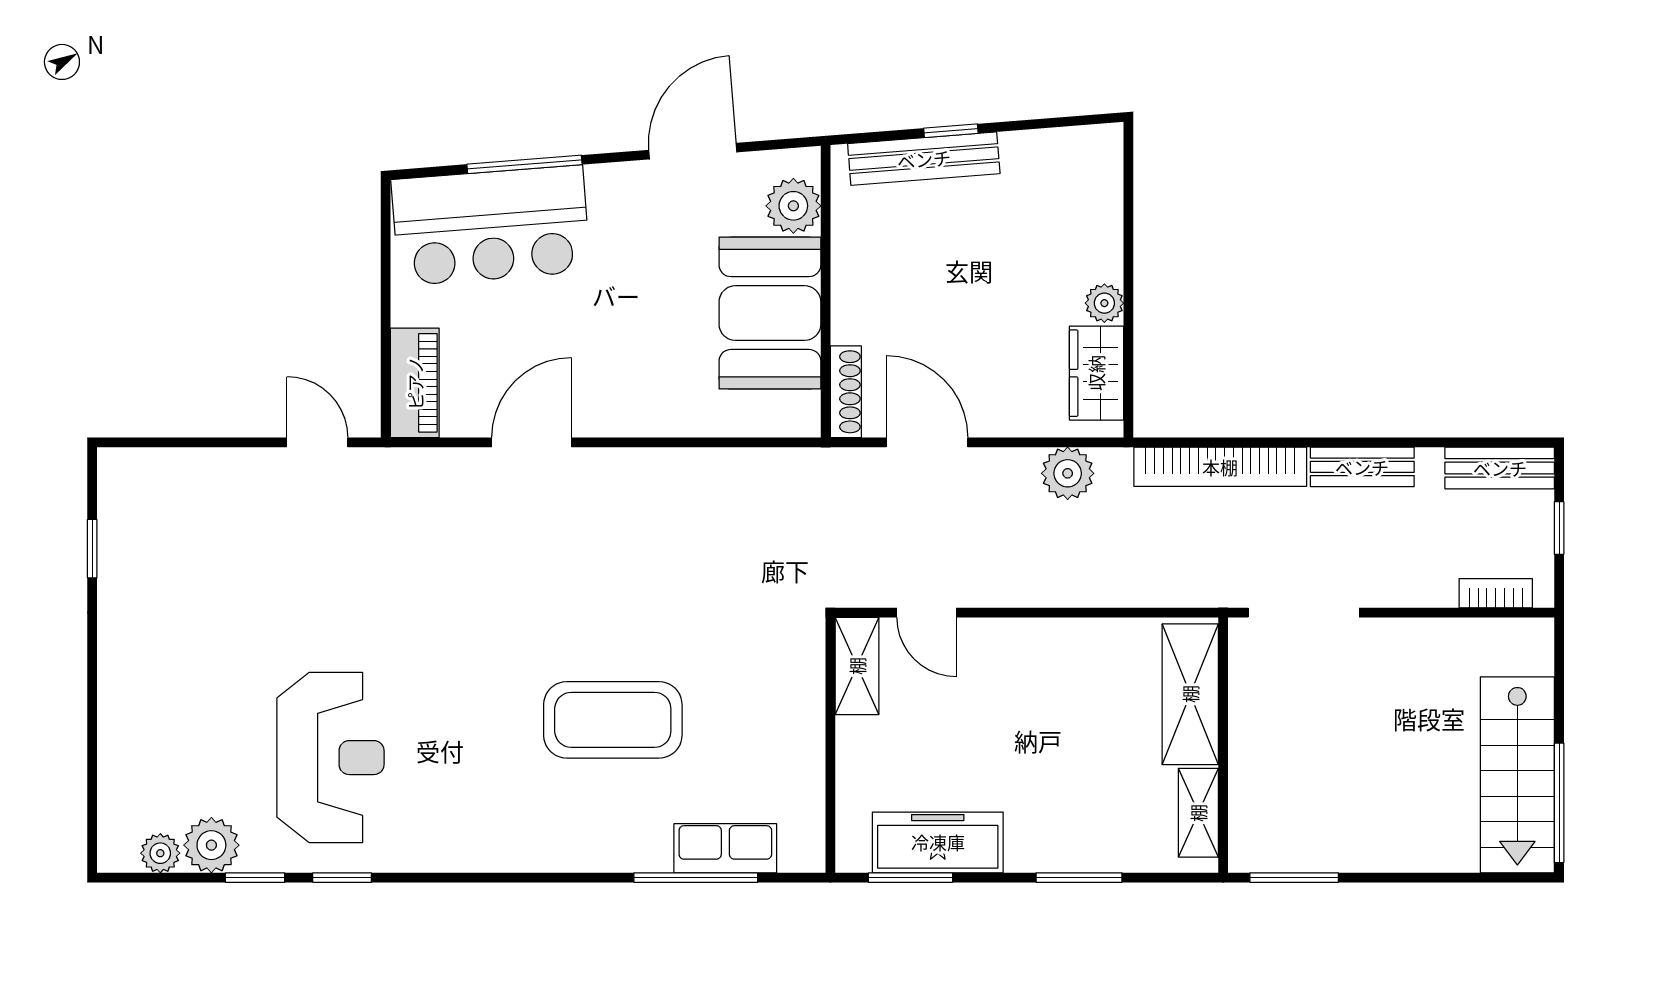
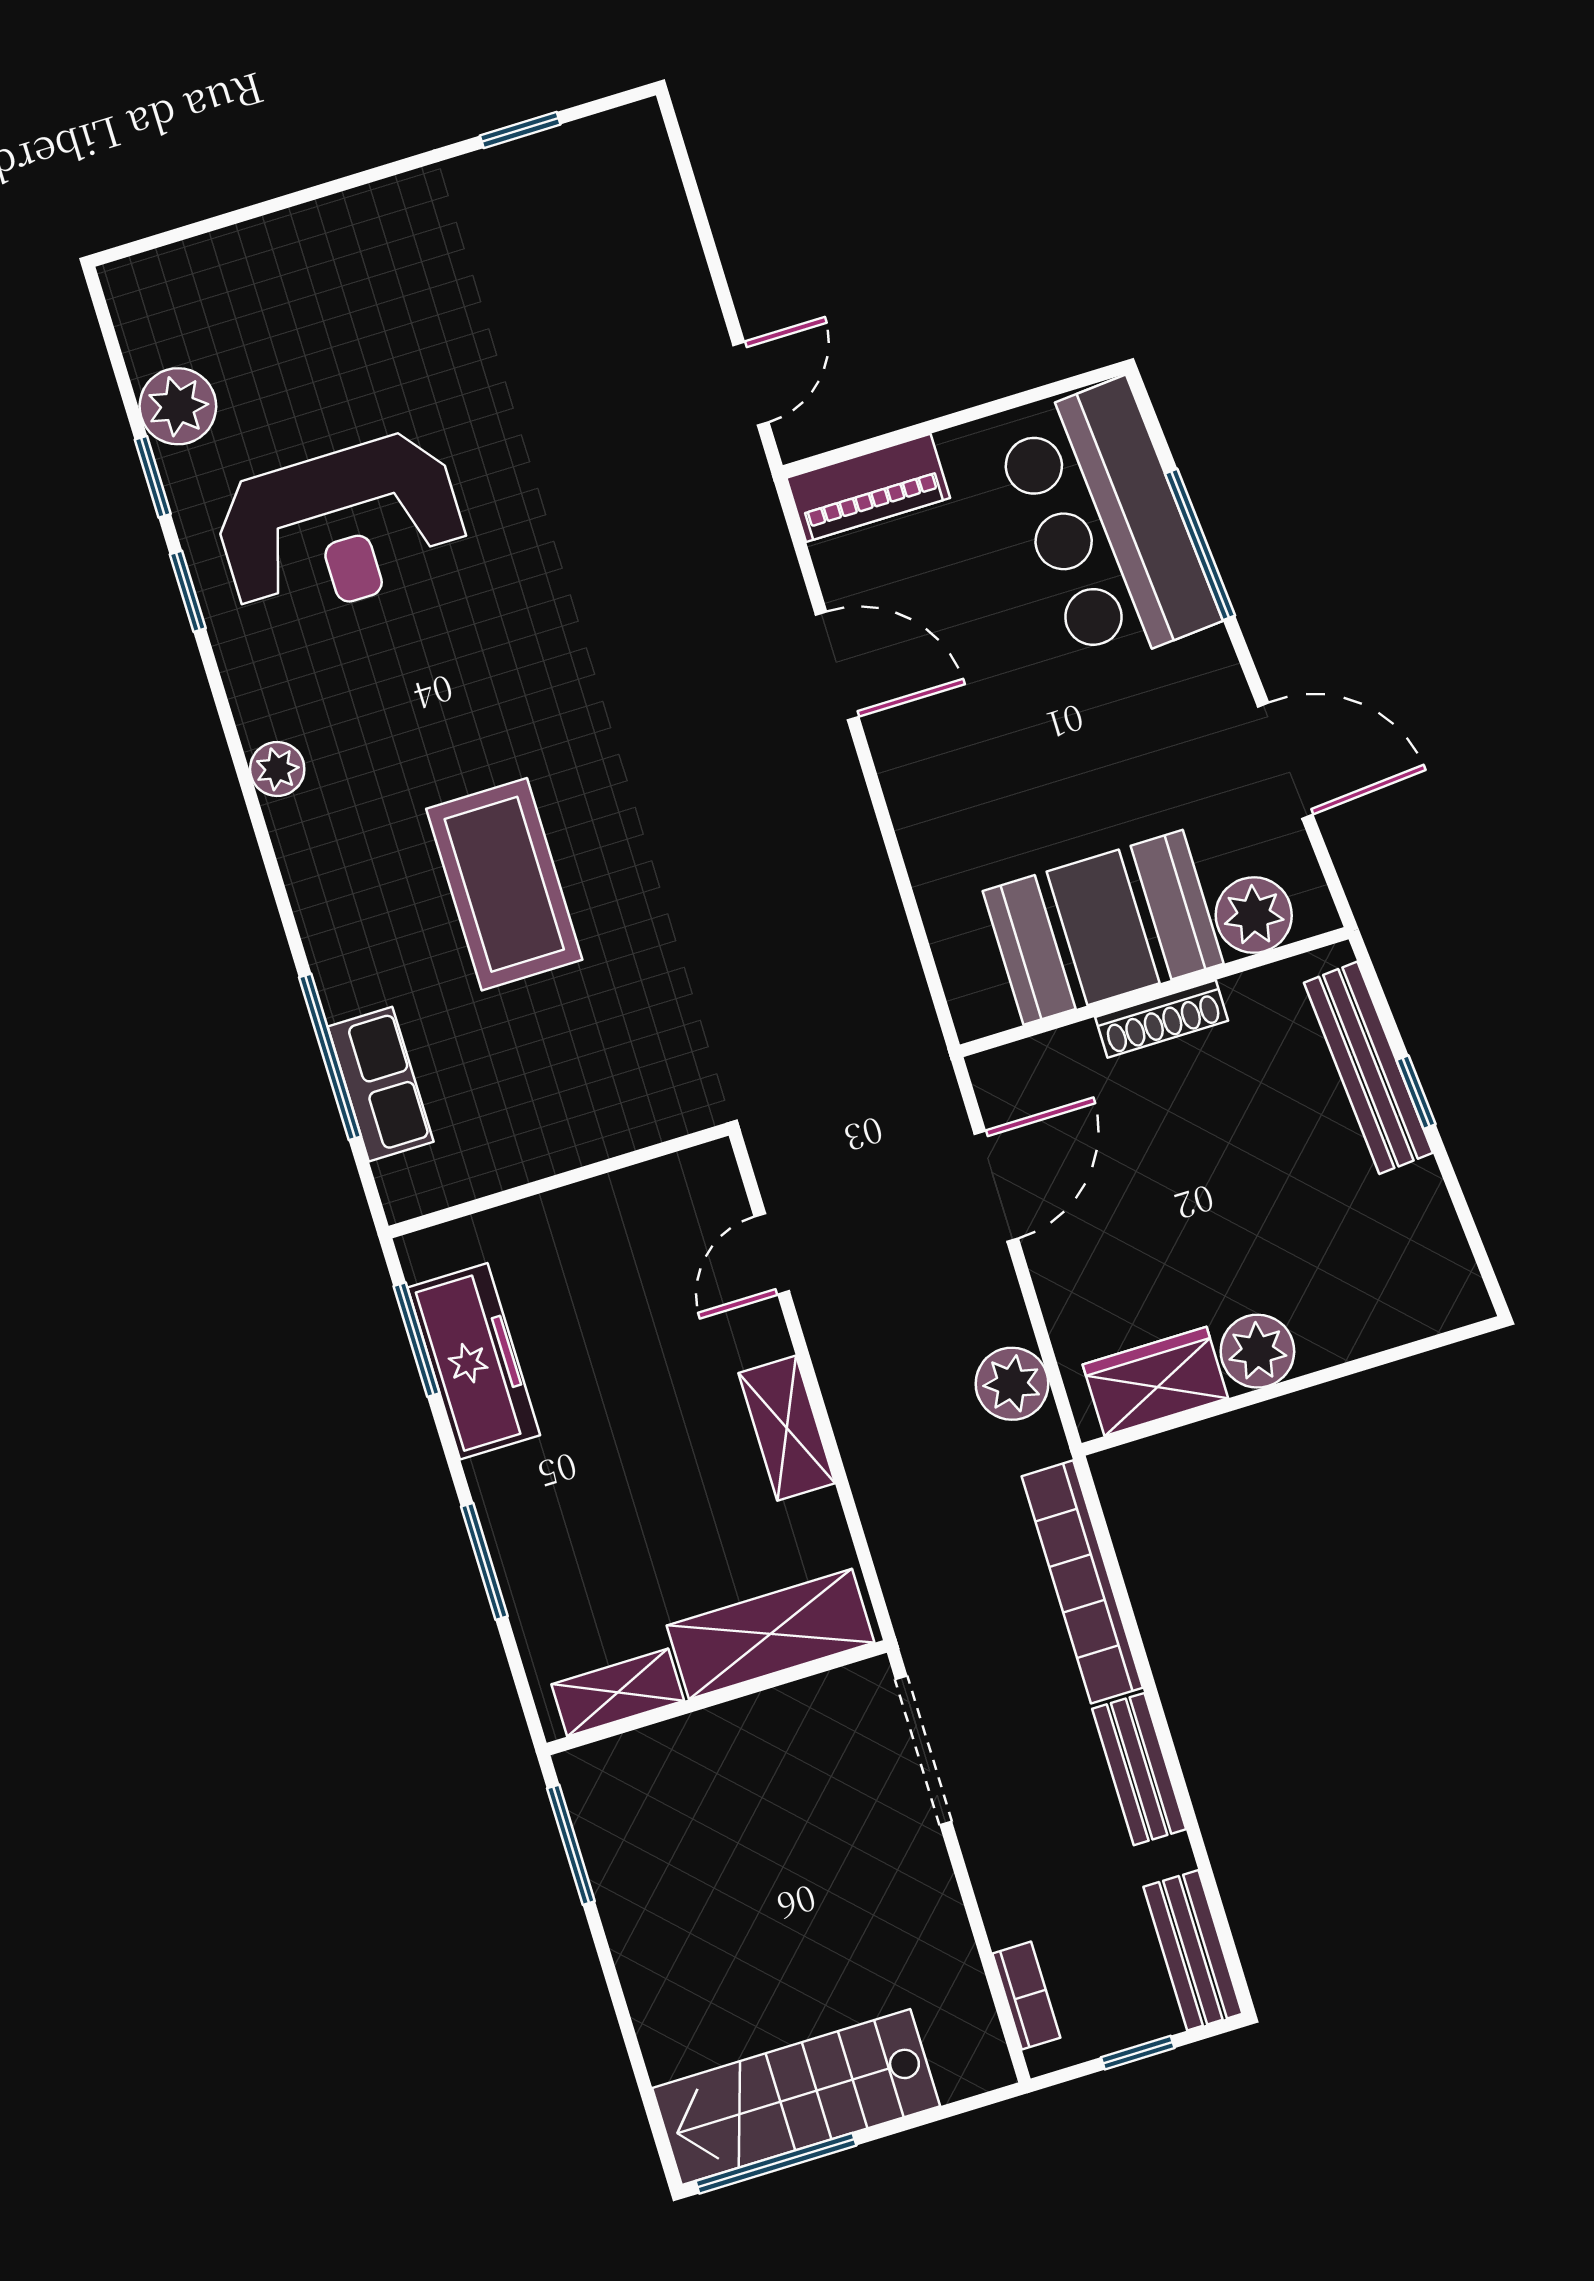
plant: (1104, 303) -> (1257, 1351), width x1.38, depth x1.38
shoe rack: (846, 392) -> (1162, 1019), moved
shelving: (857, 666) -> (787, 1428), moved, turned 90
plant: (160, 853) -> (277, 769), moved

